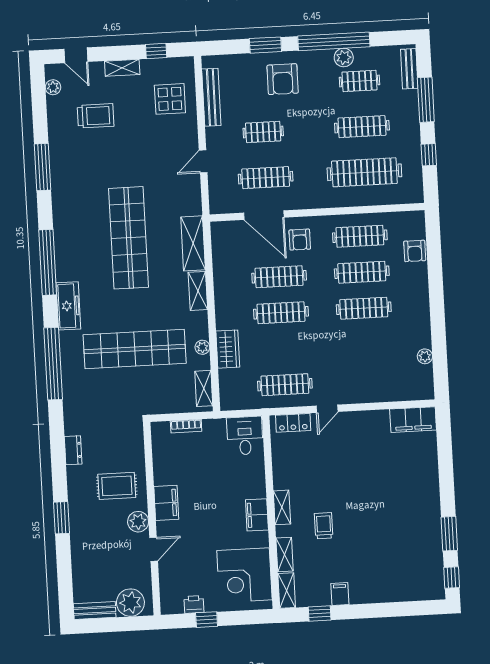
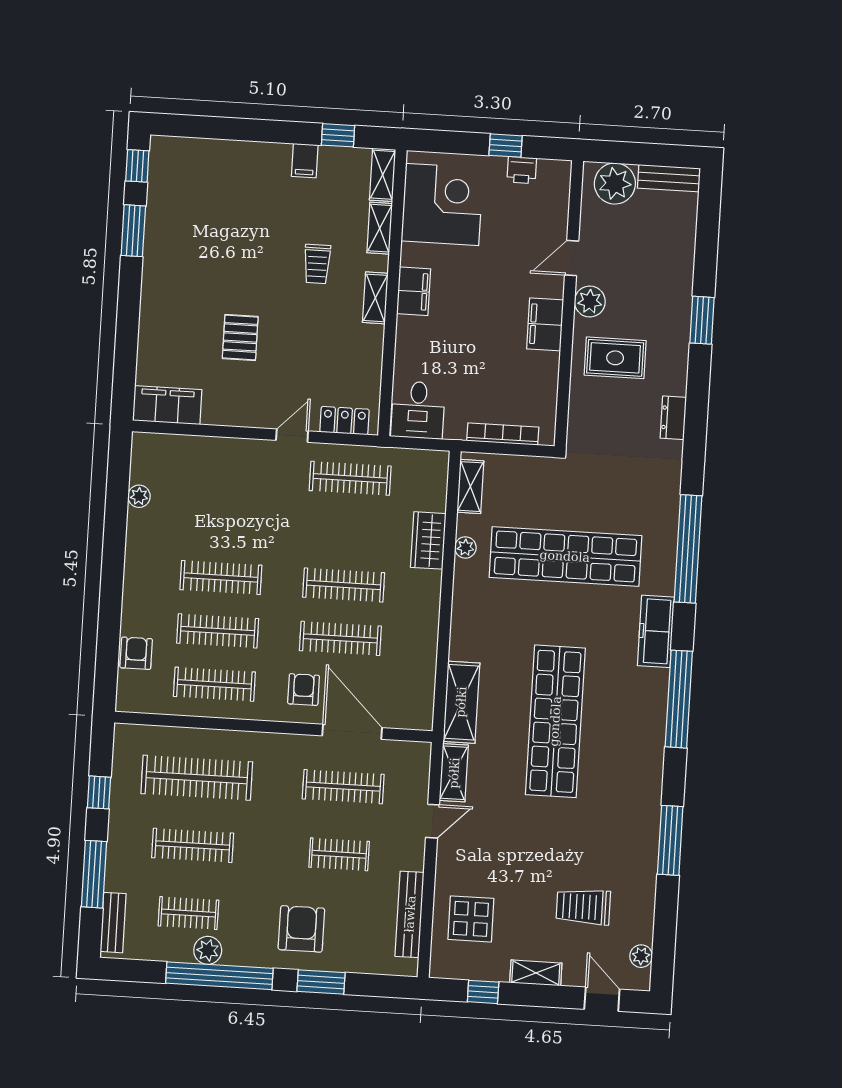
shelving: (198, 291) -> (454, 773), moved
bookcase: (186, 426) -> (503, 434), width x1.56
pallet: (369, 470) -> (240, 337), added

